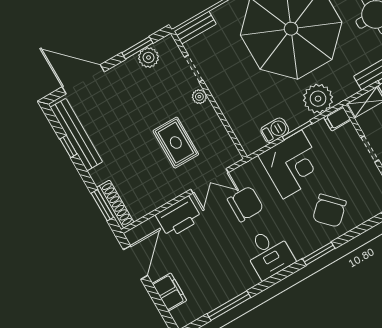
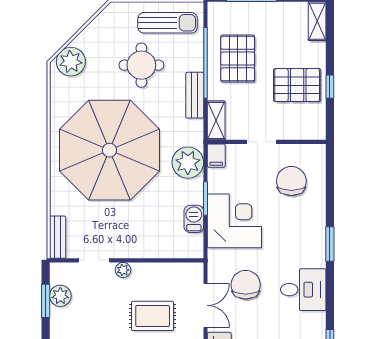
chair: (329, 211) -> (291, 181), moved, turned -136

